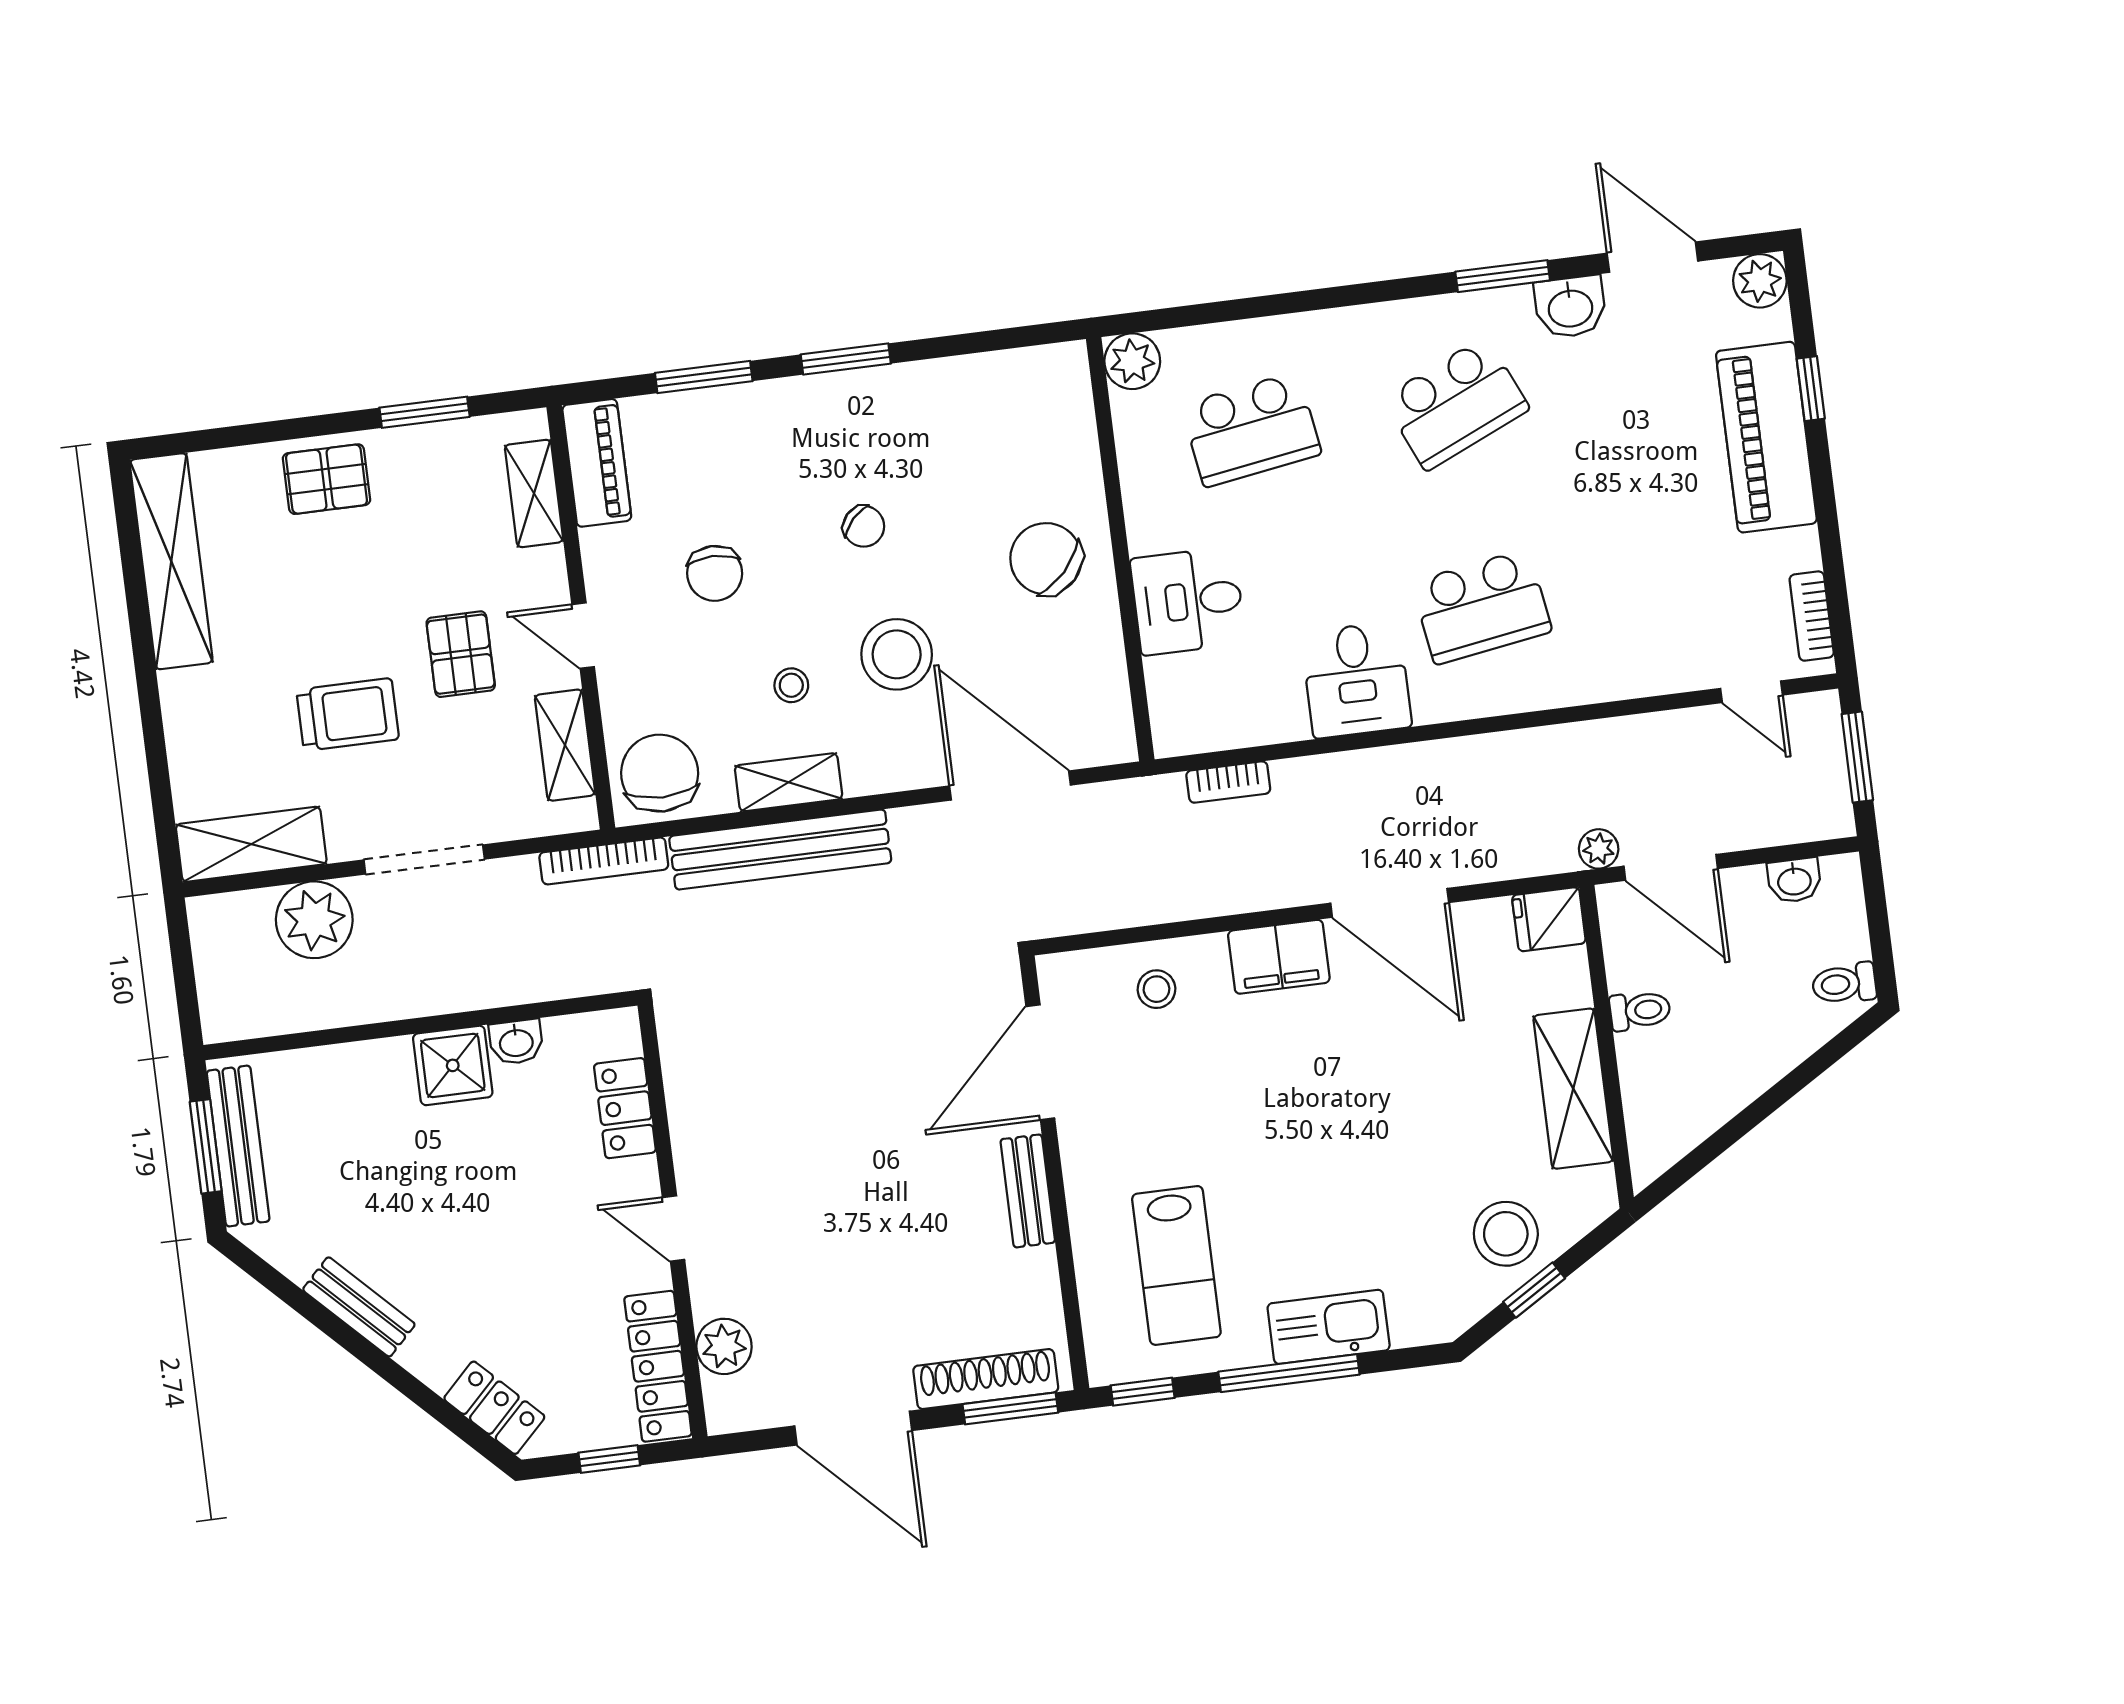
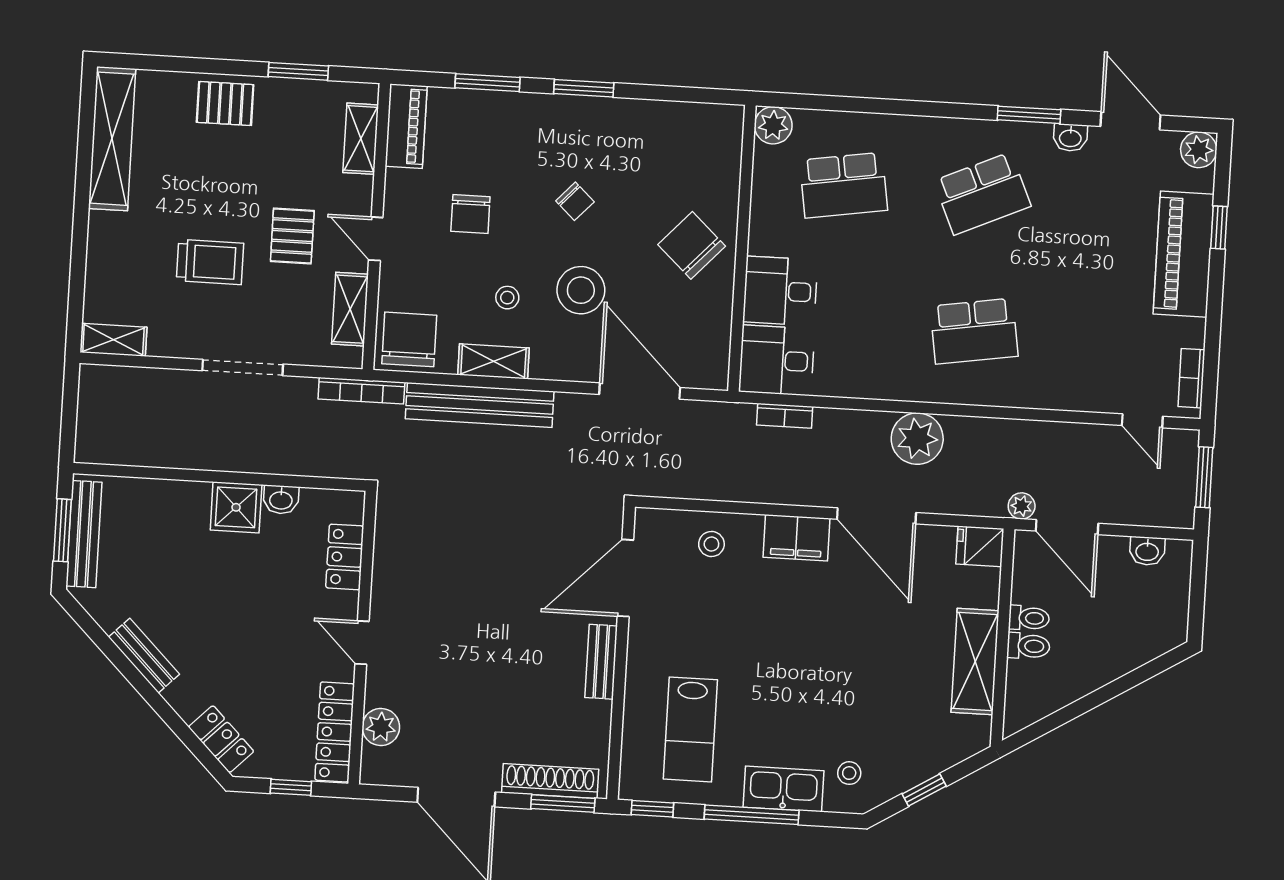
washbasin: (1570, 307) -> (1070, 138), width x0.72, depth x0.69
desk: (1356, 680) -> (777, 360), moved, turned 90
shelving: (251, 844) -> (113, 340), width x0.67, depth x0.75
plant: (314, 920) -> (917, 439), moved
toilet: (1844, 984) -> (1028, 646), moved, turned 180
stool: (1506, 1234) -> (849, 773), moved, width x0.53, depth x0.53

